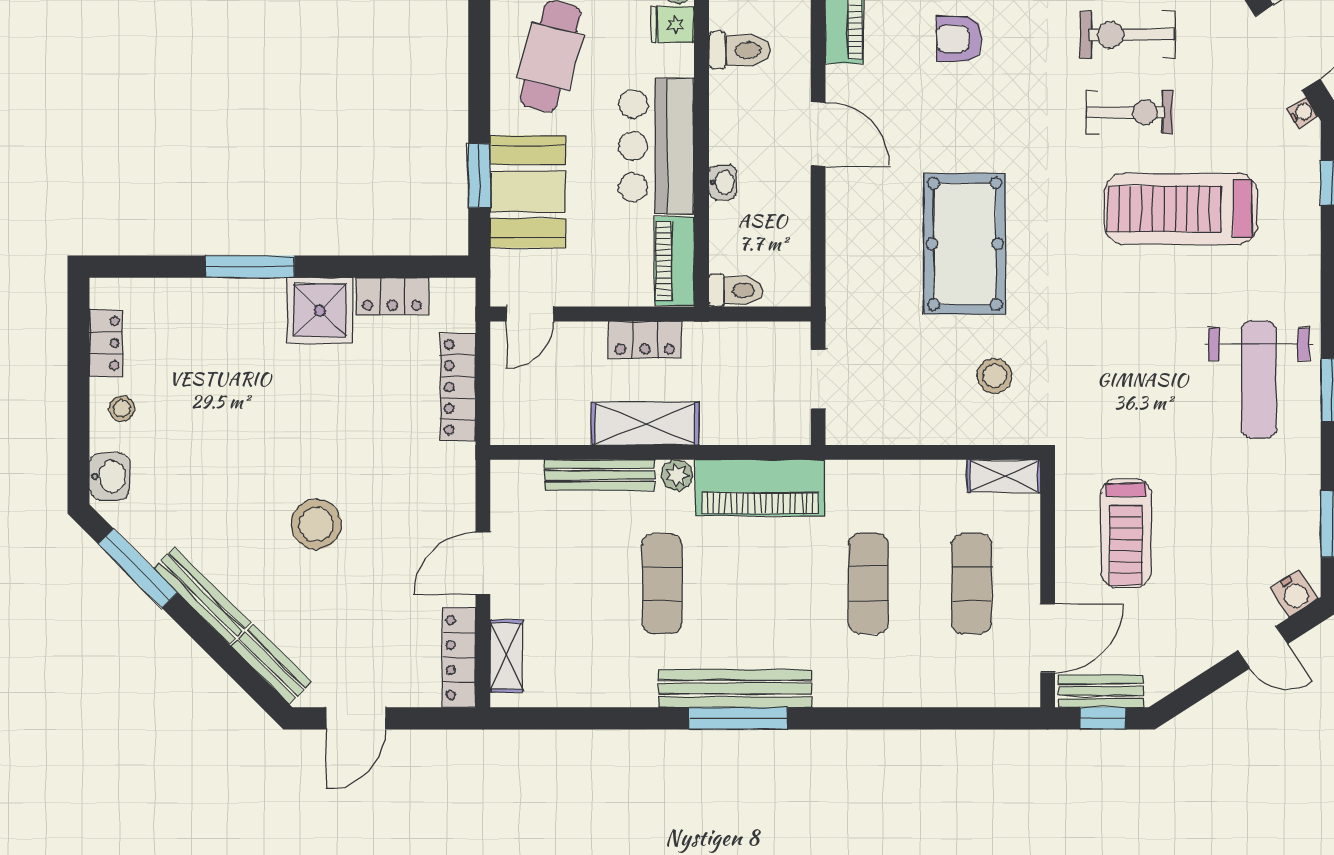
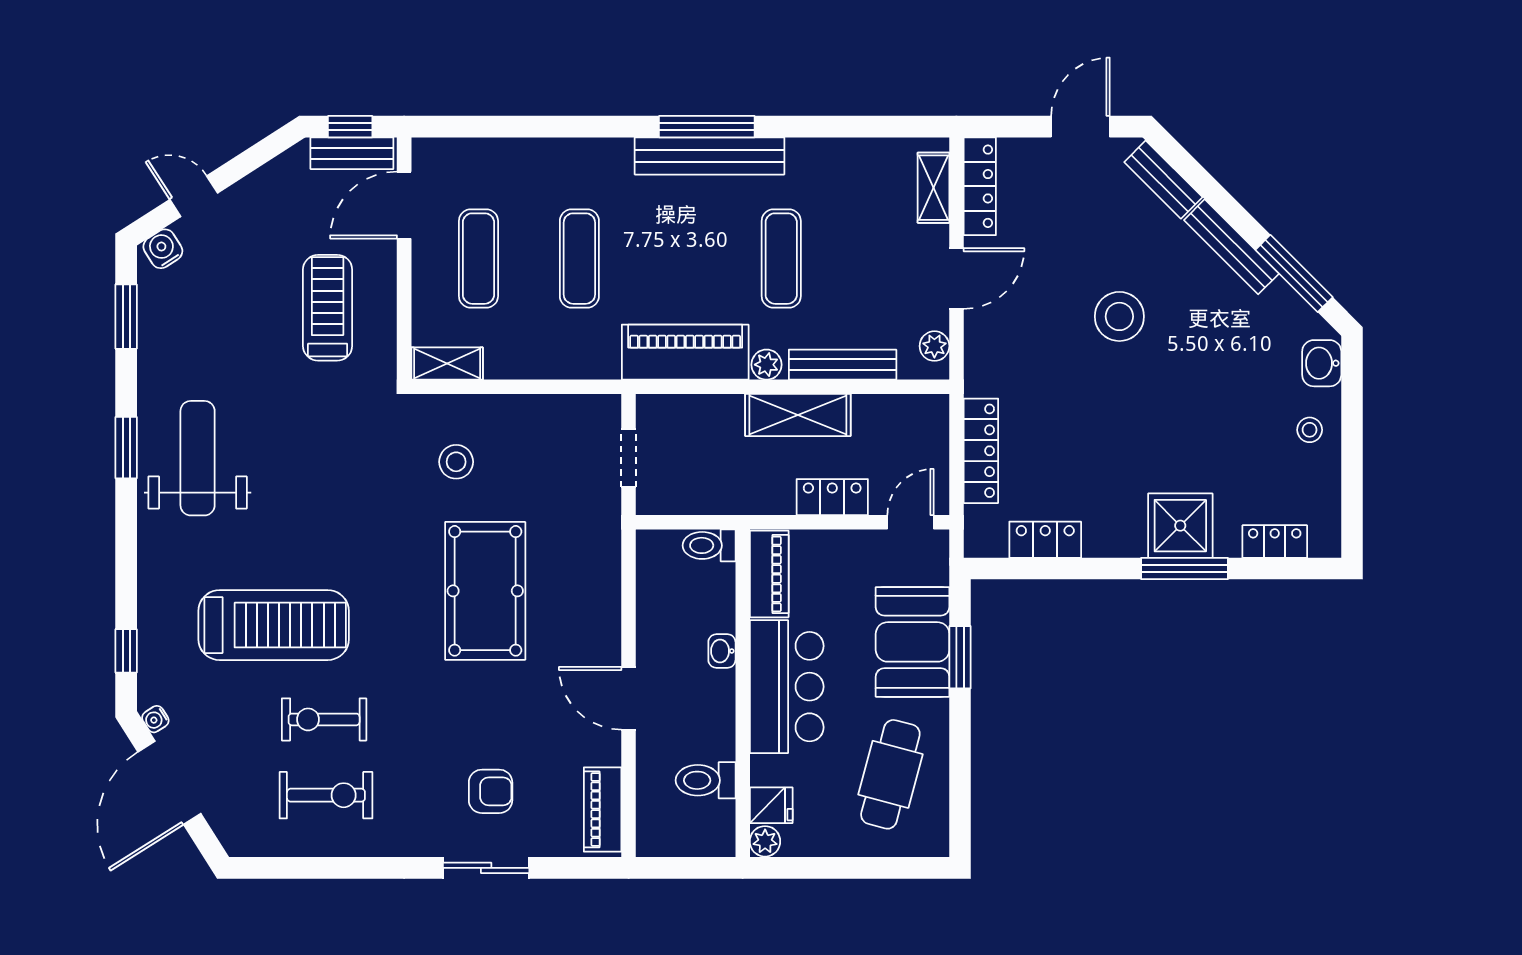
shower: (320, 310) -> (1180, 526), moved
locker: (645, 340) -> (832, 497), moved
locker: (106, 343) -> (1275, 542), moved, turned 90
plant: (505, 494) -> (934, 346), added

